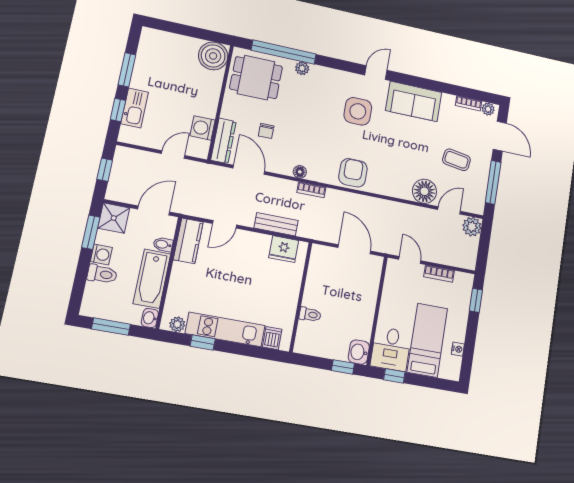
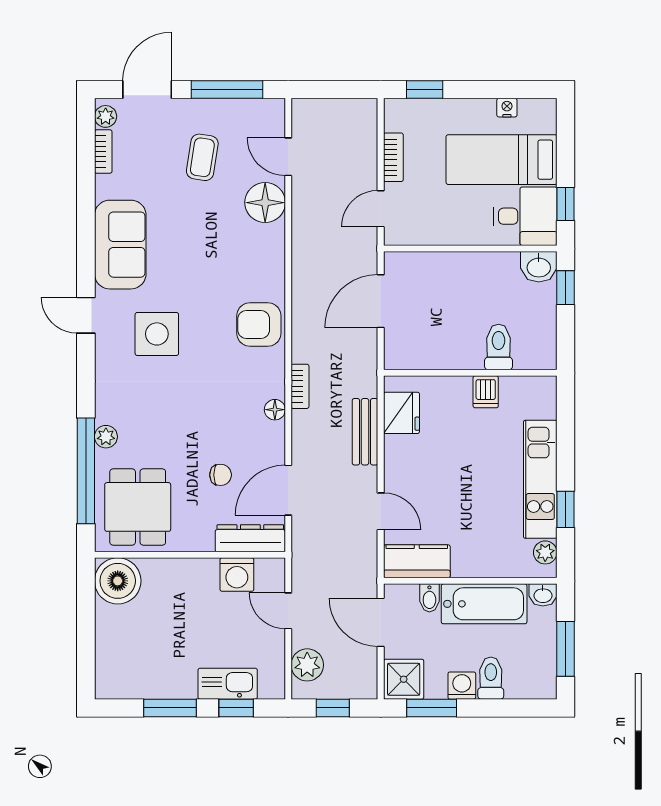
plant: (472, 227) -> (307, 665), moved
toilet: (310, 315) -> (499, 347), width x1.37, depth x1.39
dishwasher: (272, 338) -> (486, 392), moved, turned -90

